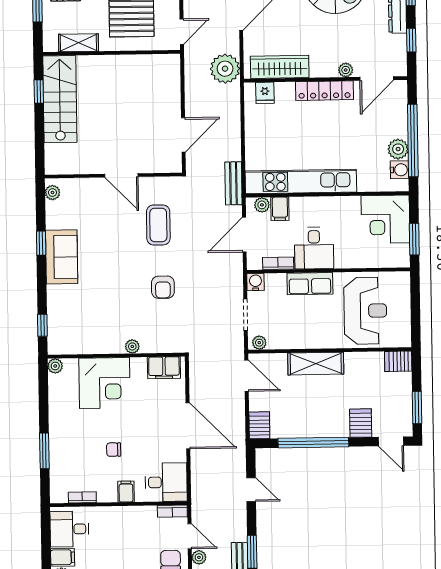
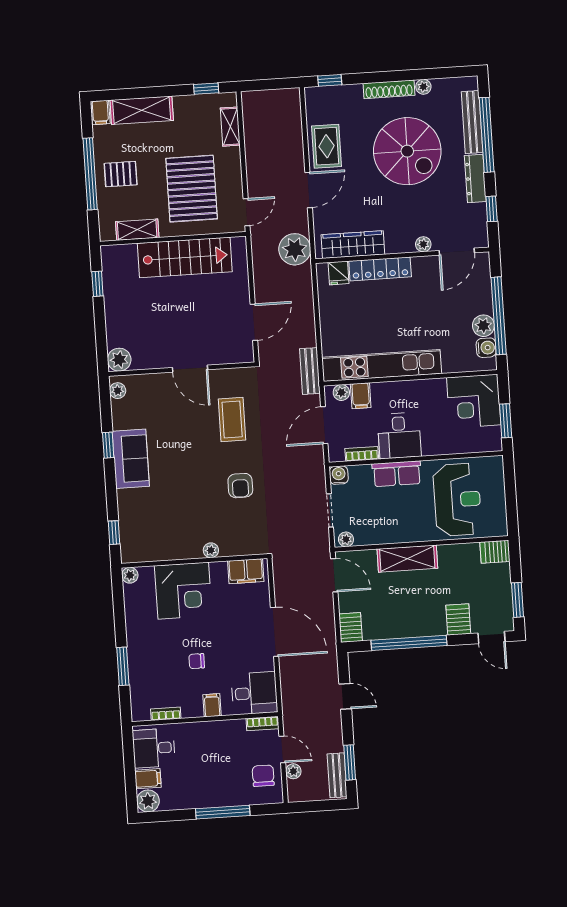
locker: (324, 91) -> (380, 269), moved
stairs: (60, 99) -> (185, 257), moved, turned 90
plant: (55, 164) -> (119, 360), added

